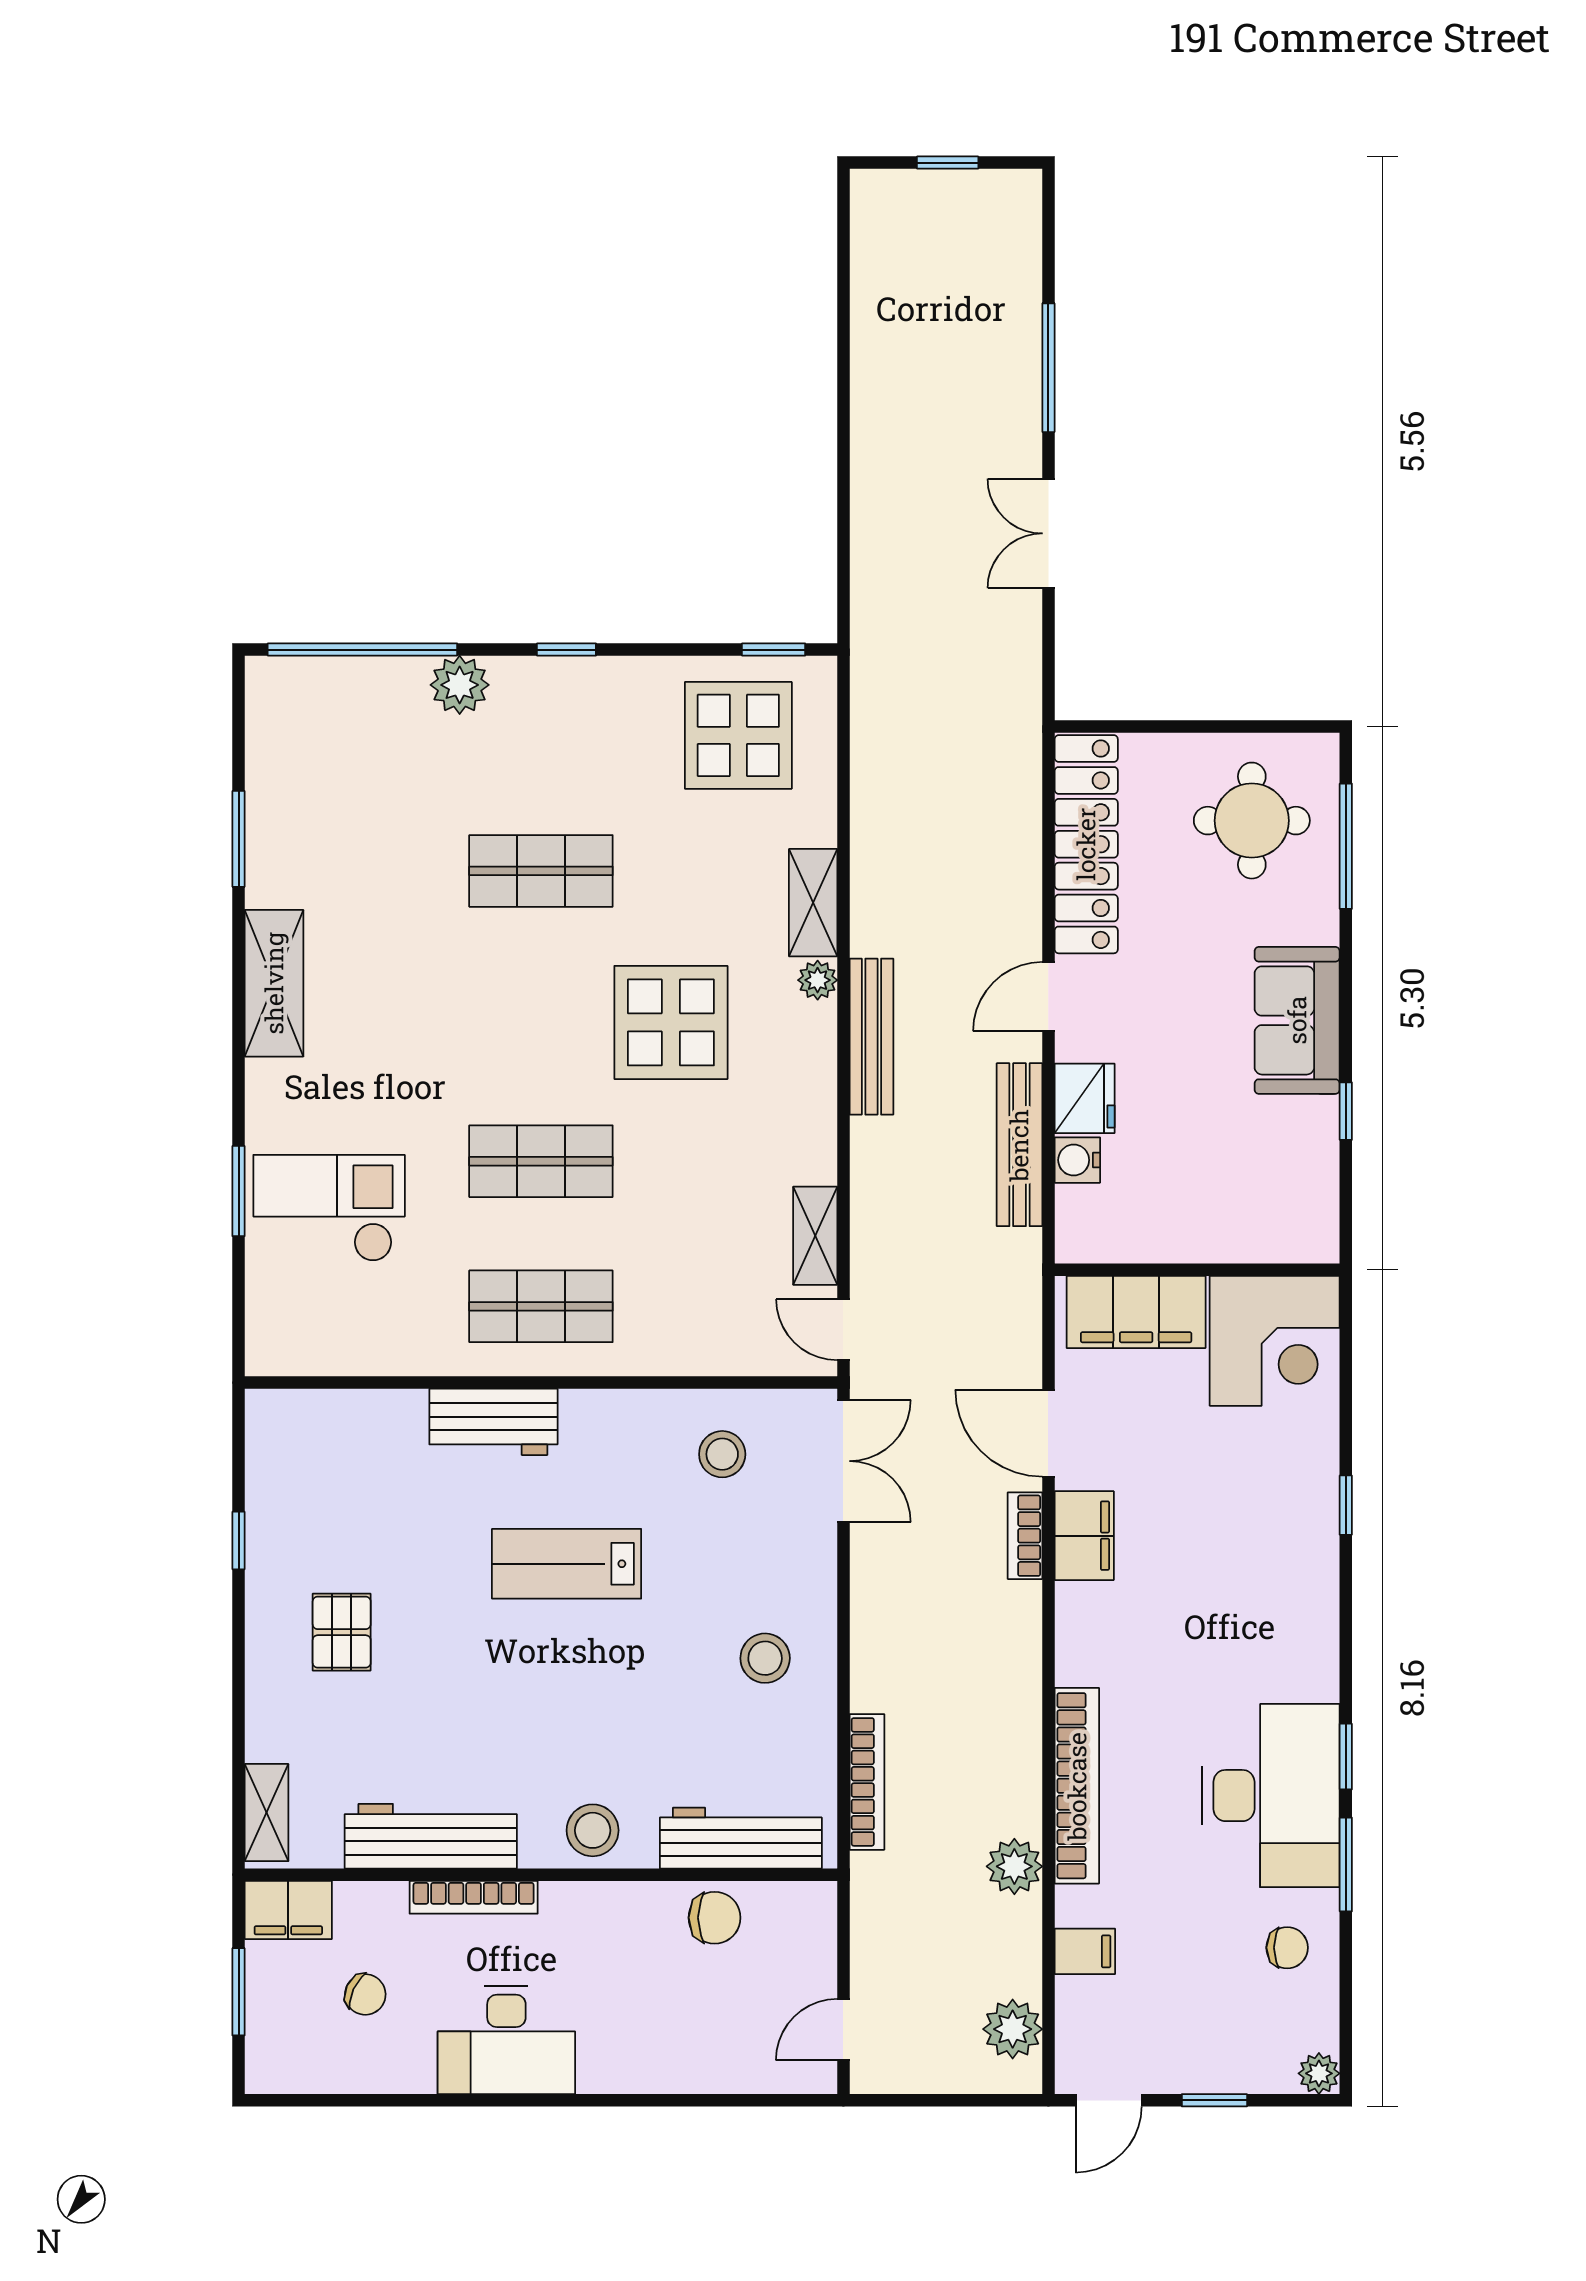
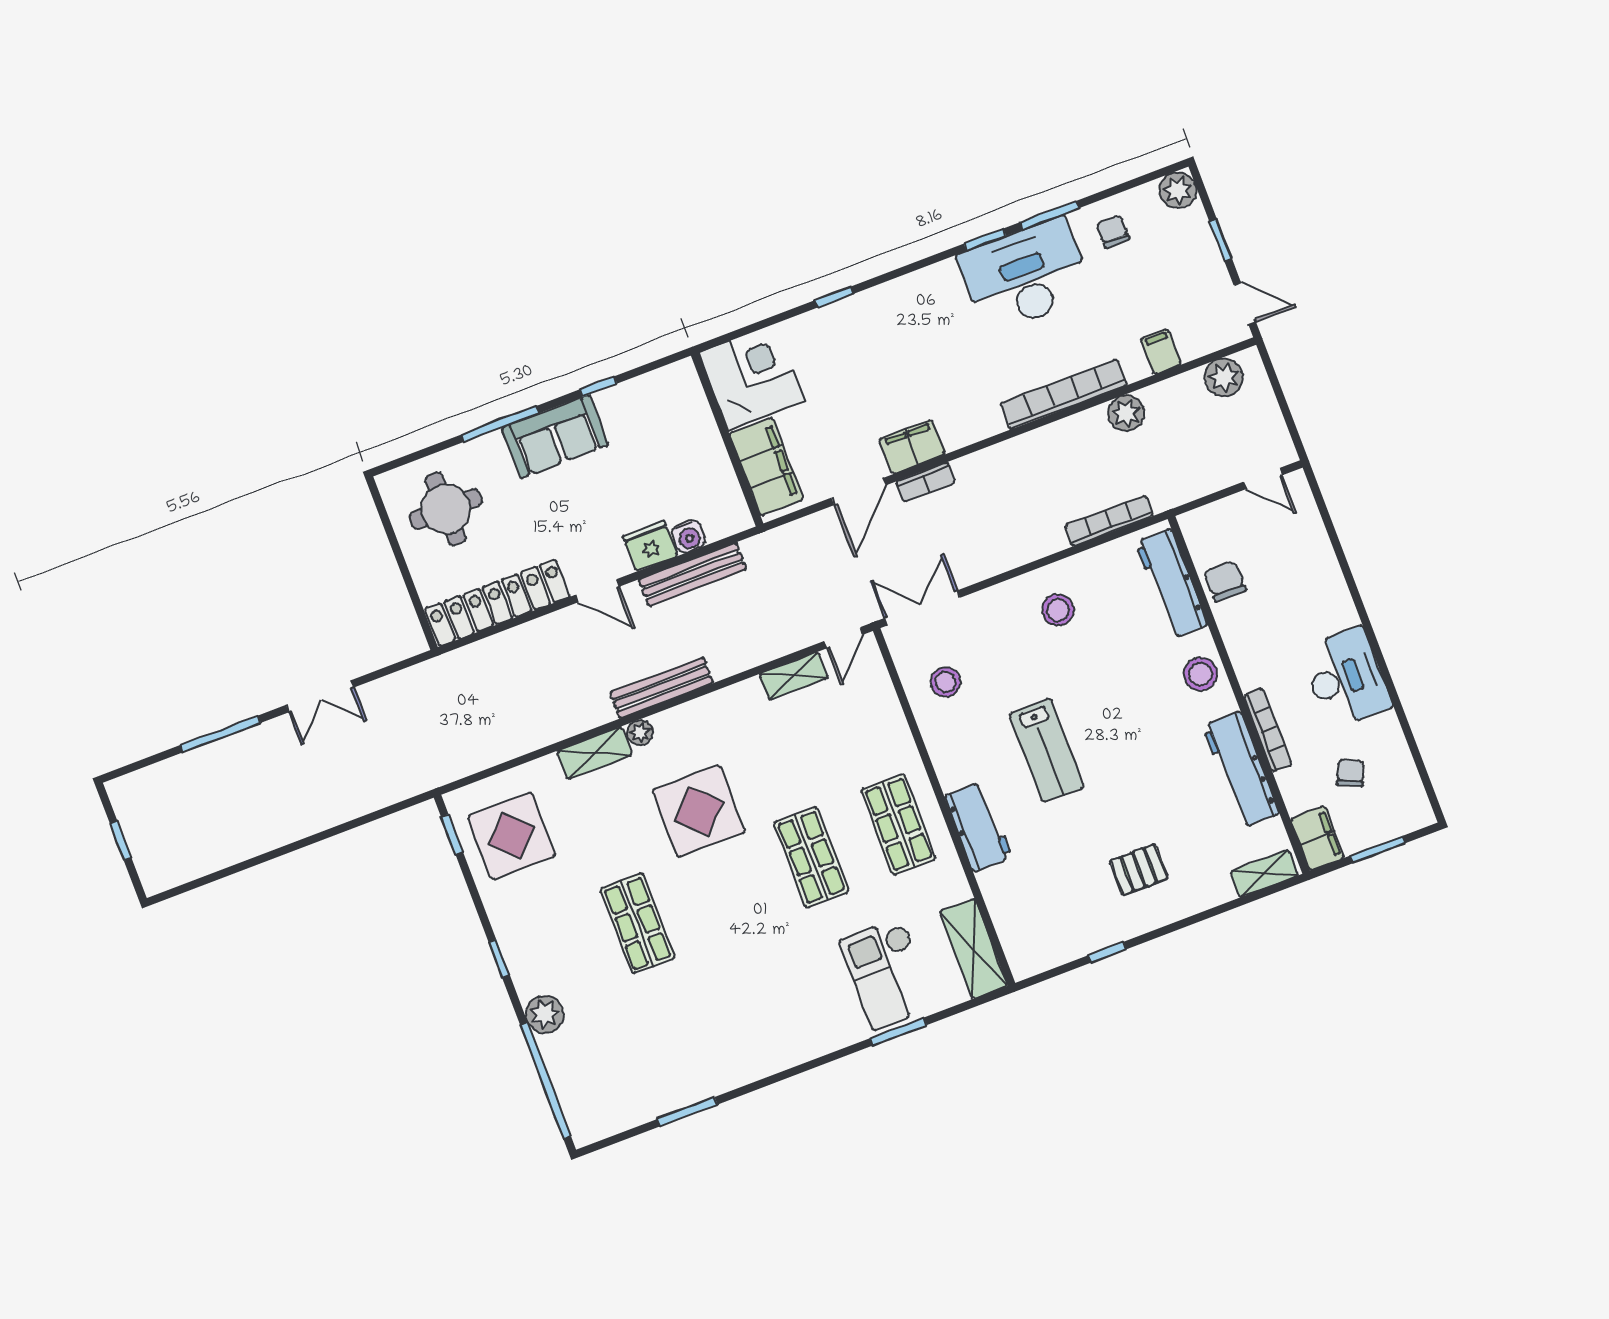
window: (1346, 846) -> (500, 424), moved
shelving: (274, 983) -> (973, 949), moved, turned 90
plant: (1319, 2073) -> (1178, 190), width x1.38, depth x1.38

